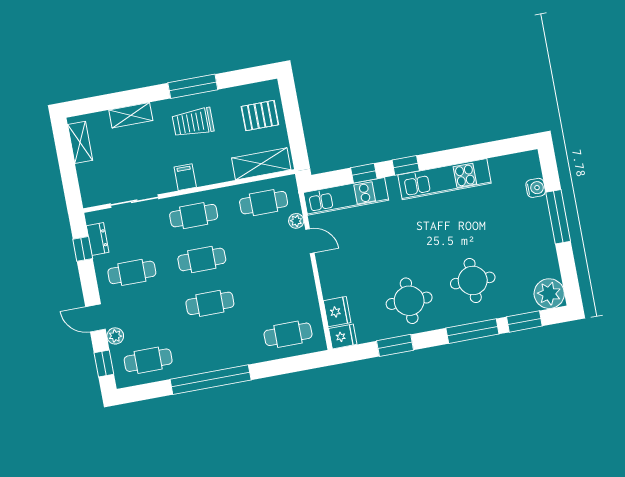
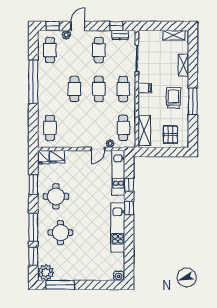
water cooler: (536, 188) -> (119, 276), moved
window: (558, 217) -> (60, 285), moved

